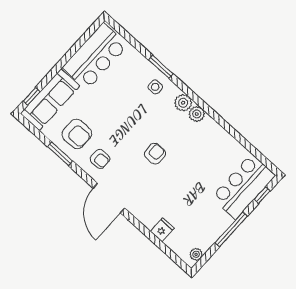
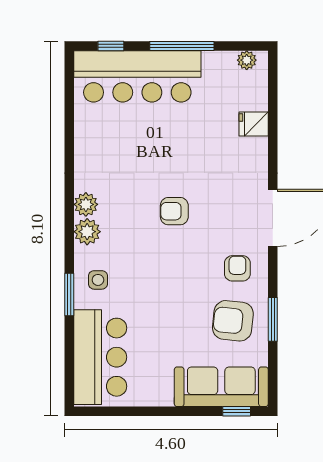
bar counter: (95, 56) -> (100, 357), moved, turned 90
armchair: (77, 134) -> (233, 321), turned -84
bar counter: (243, 186) -> (137, 76), width x1.36

